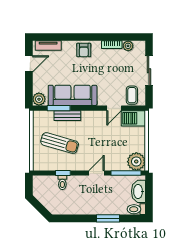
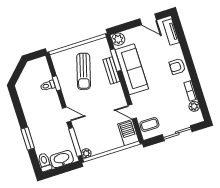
plant: (136, 162) -> (86, 153), width x0.53, depth x0.53

